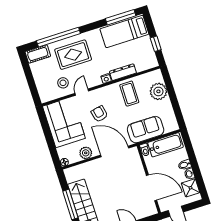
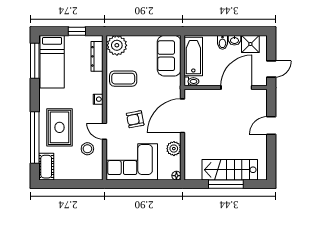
dresser: (123, 72) -> (97, 56), moved
plant: (158, 91) -> (117, 45), moved
sofa: (146, 130) -> (169, 56), moved

